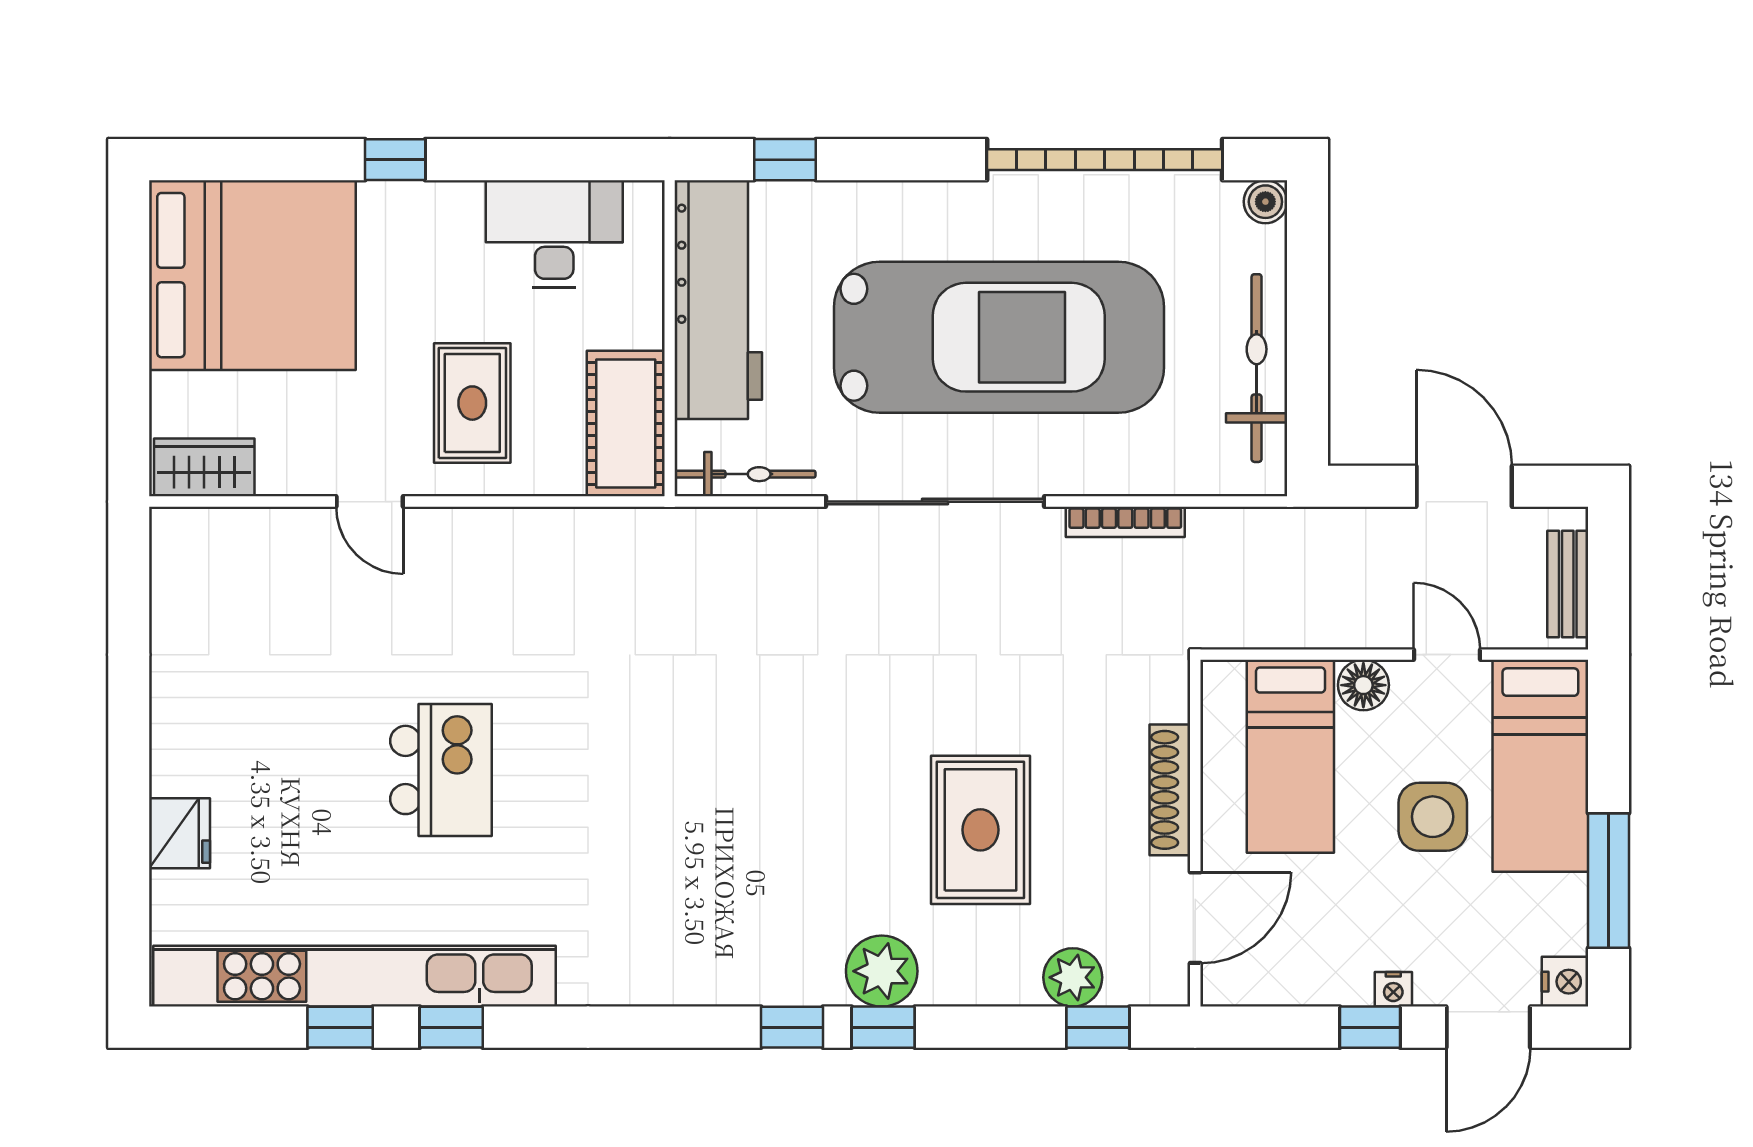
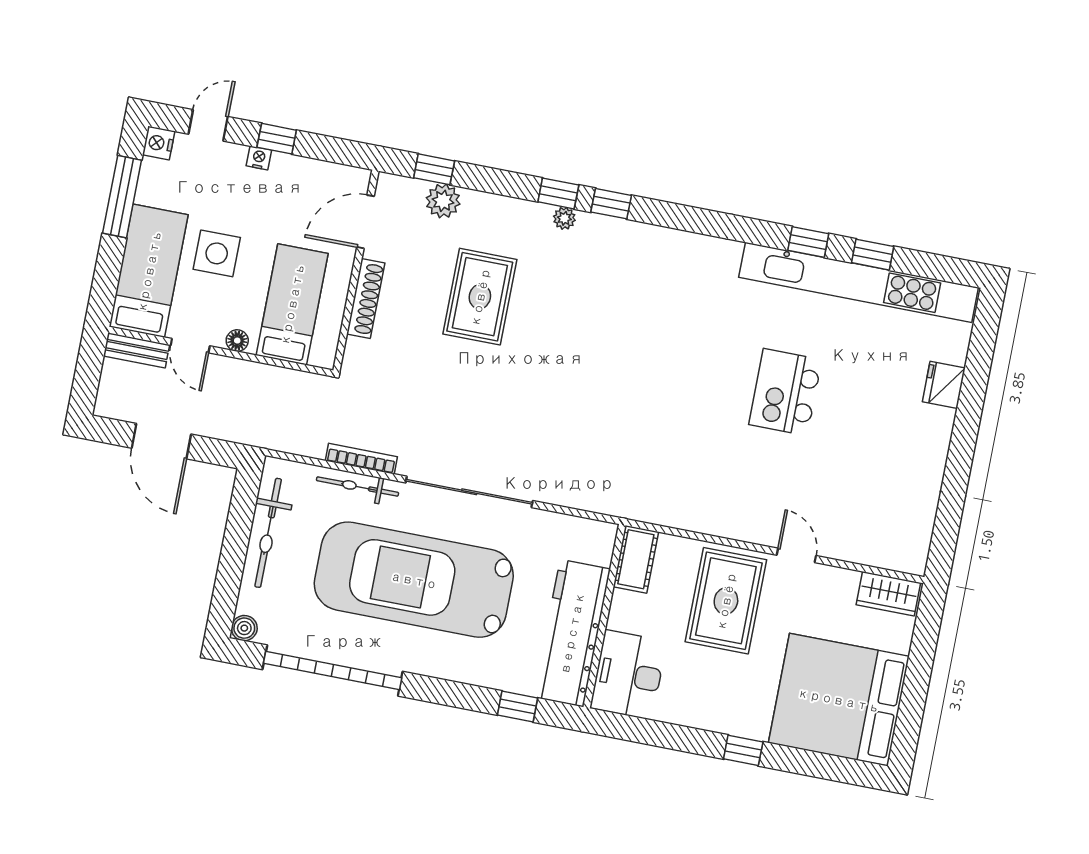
desk: (554, 234) -> (628, 675), moved, turned 90
rug: (472, 403) -> (726, 601), width x1.36, depth x1.43
cot: (626, 424) -> (636, 559), width x0.73, depth x0.75
bicycle: (745, 474) -> (357, 487), moved
bench: (1568, 584) -> (136, 350), moved, turned 90
floor lamp: (1363, 685) -> (237, 341), width x0.73, depth x0.73
plant: (882, 971) -> (564, 218), width x0.53, depth x0.53
door: (1488, 1027) -> (208, 125), width x0.73

